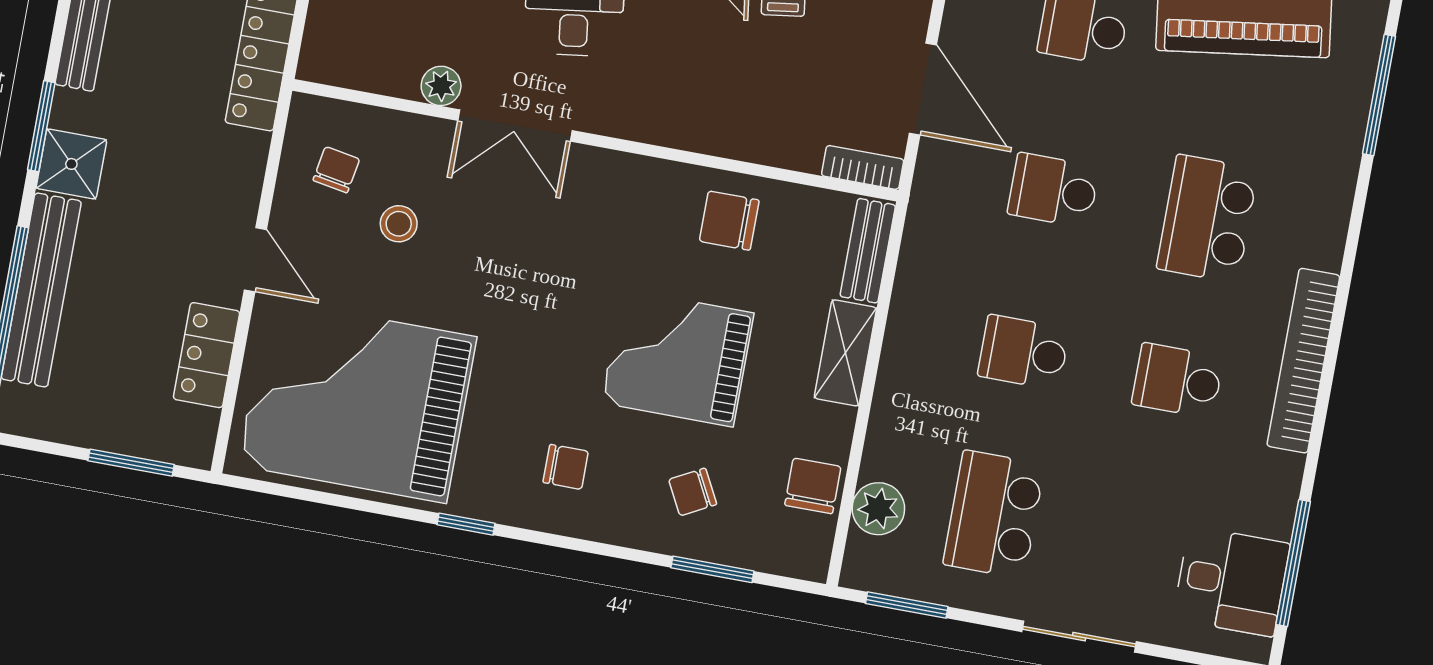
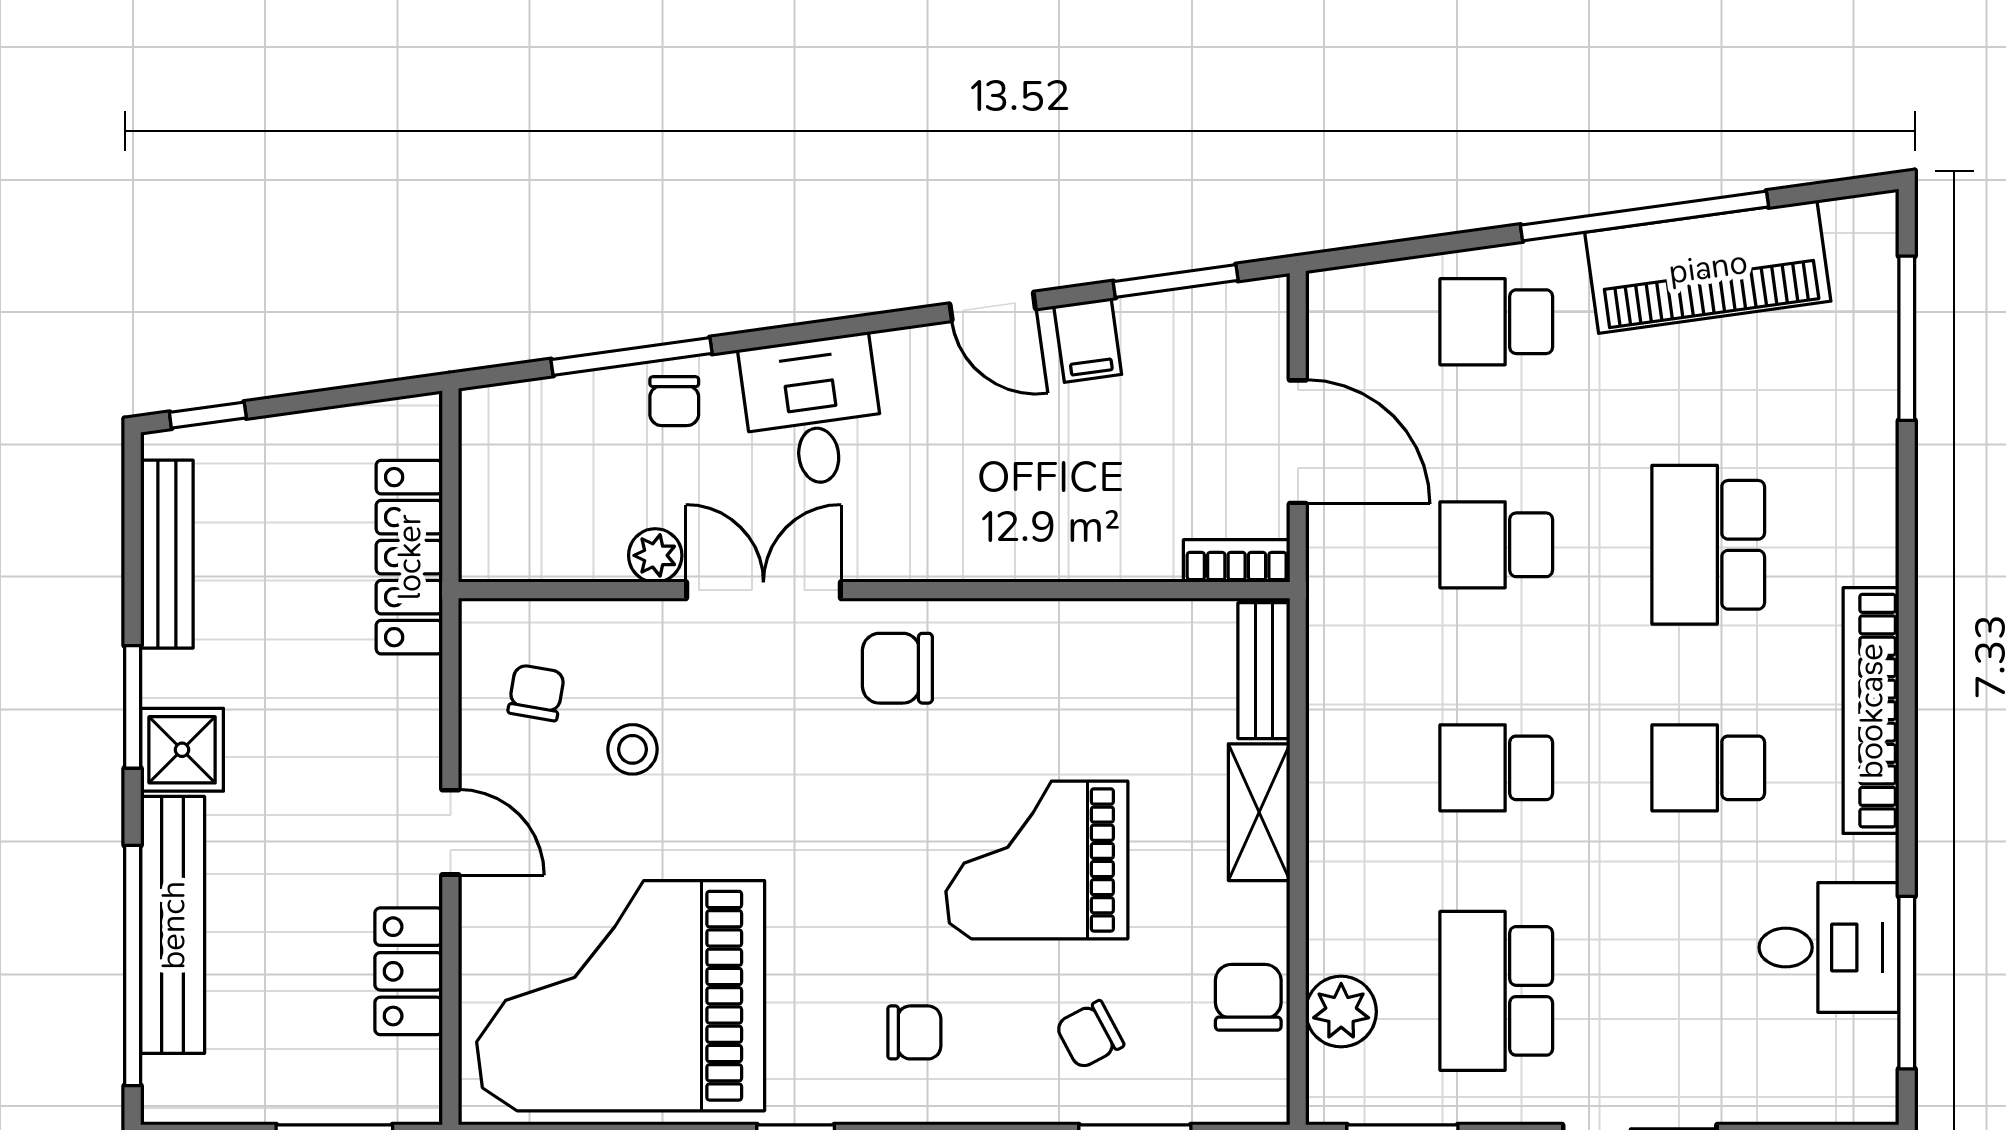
double door: (515, 126) -> (763, 590), swing flipped
chair: (729, 221) -> (897, 668), moved
desk: (1231, 581) -> (1829, 948), moved

